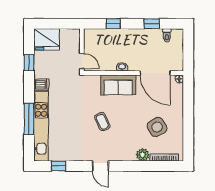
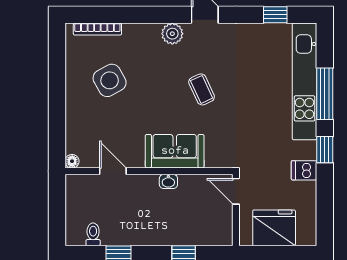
fridge: (46, 39) -> (274, 228), moved
window: (29, 63) -> (325, 150), moved
door: (155, 73) -> (113, 171), width x0.53
dishwasher: (41, 85) -> (304, 170), moved
plant: (143, 155) -> (172, 34), moved

